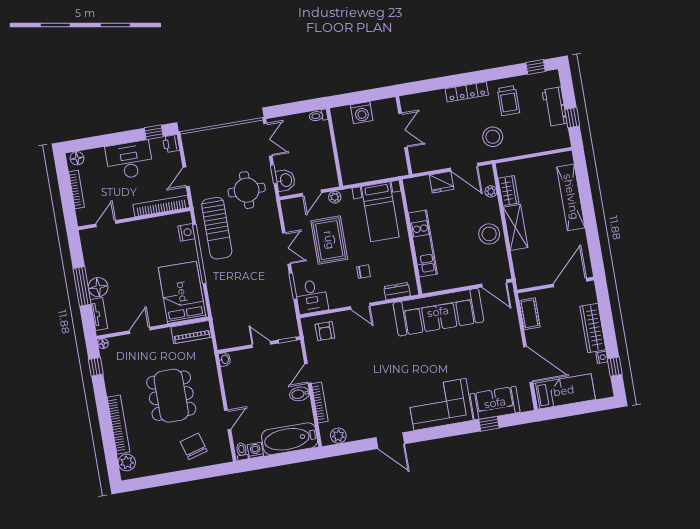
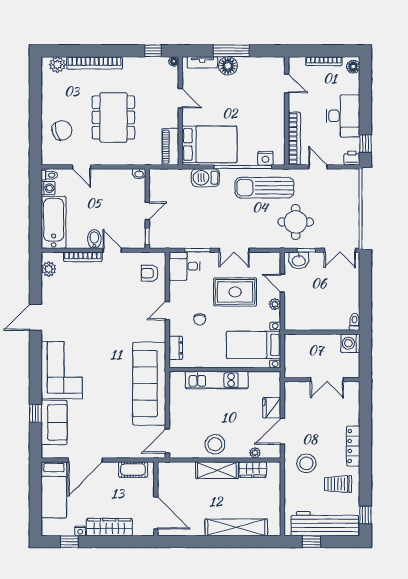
workbench: (554, 107) -> (325, 524), width x1.88, depth x1.32
toilet: (318, 116) -> (354, 322), moved
wall: (335, 147) -> (322, 332), moved
barbecue: (217, 291) -> (205, 178), added
dining table: (171, 396) -> (113, 117), turned 90

